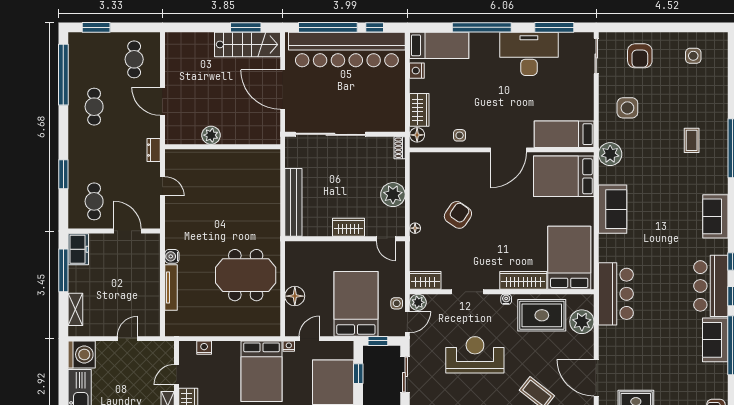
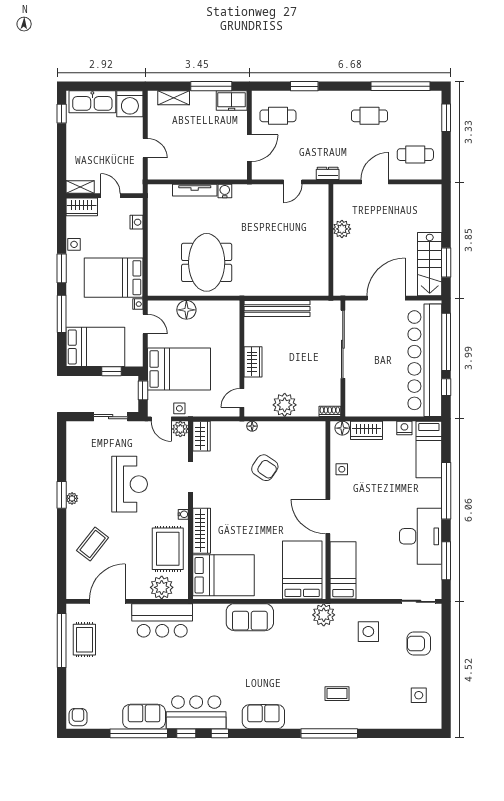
sofa: (613, 209) -> (250, 617), moved
bar counter: (616, 294) -> (162, 620), moved

